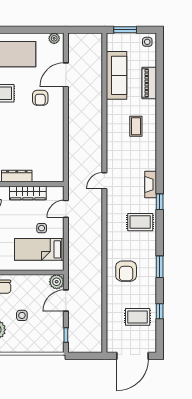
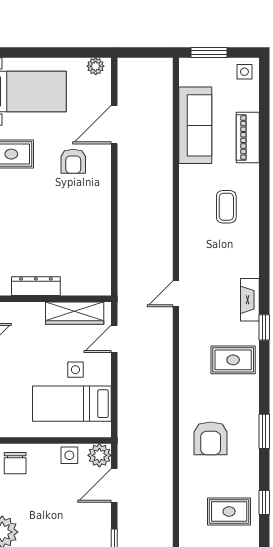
wardrobe: (28, 193) -> (75, 313), moved
side table: (22, 315) -> (69, 455), moved

